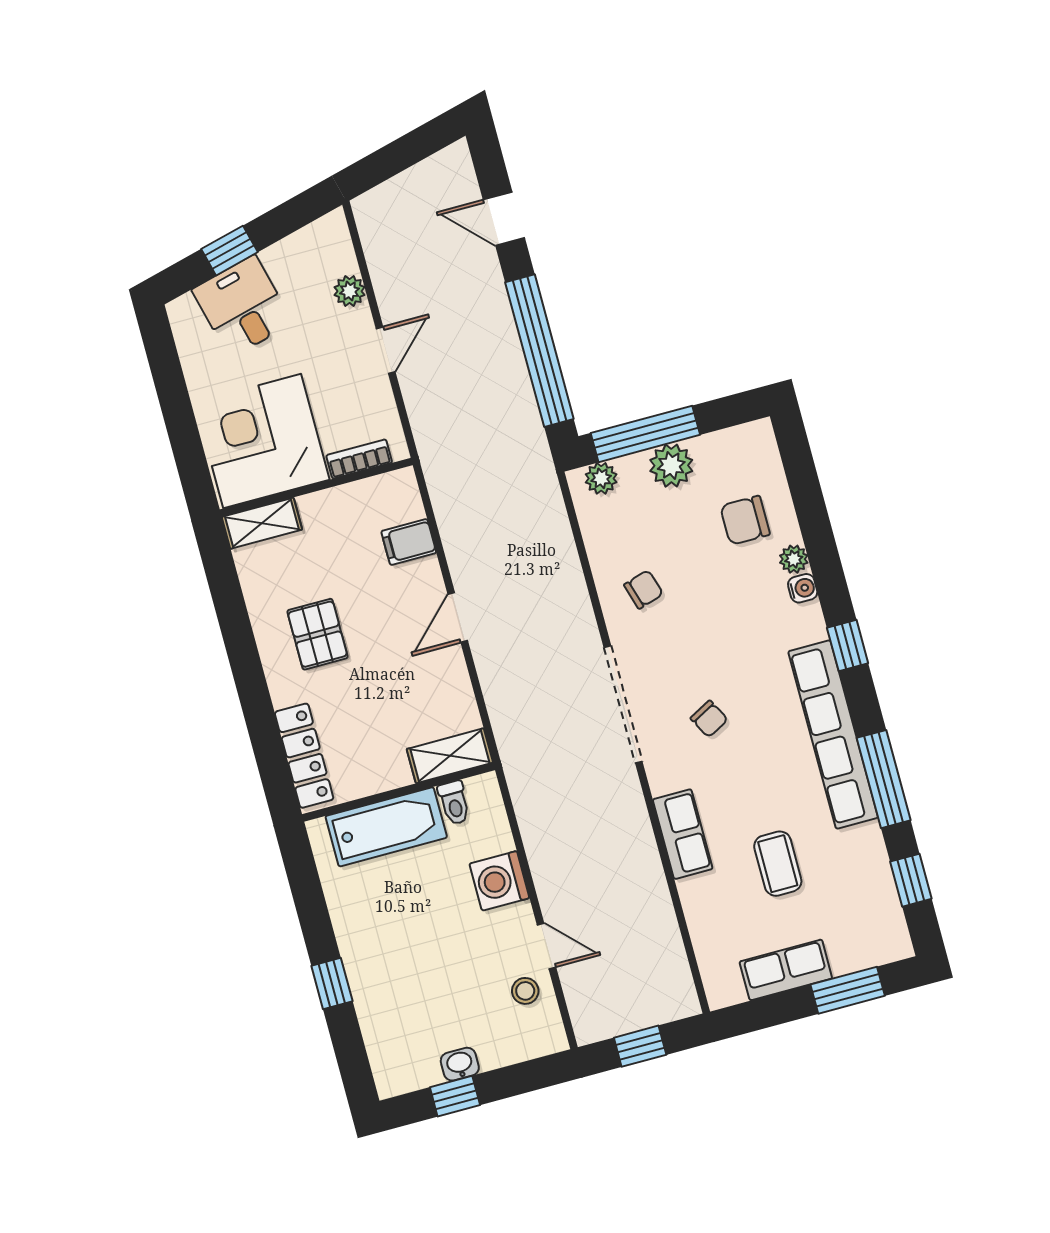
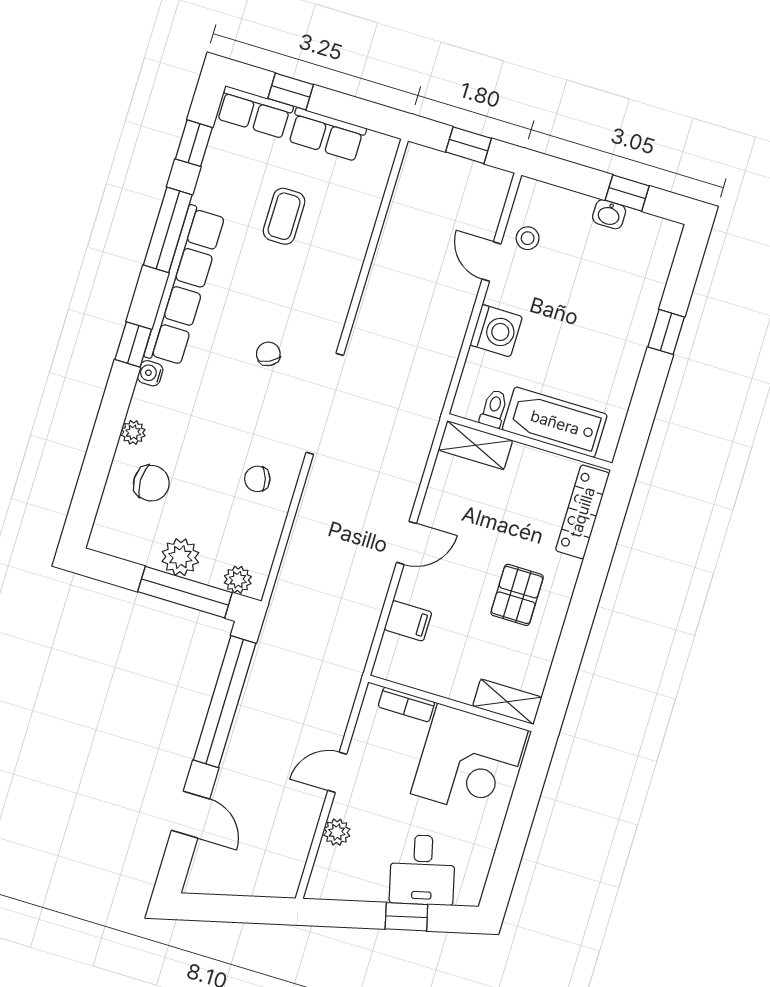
water cooler: (803, 588) -> (150, 373), moved
row of seats: (683, 834) -> (255, 112), moved, turned -90
window: (848, 990) -> (291, 91), width x0.67

